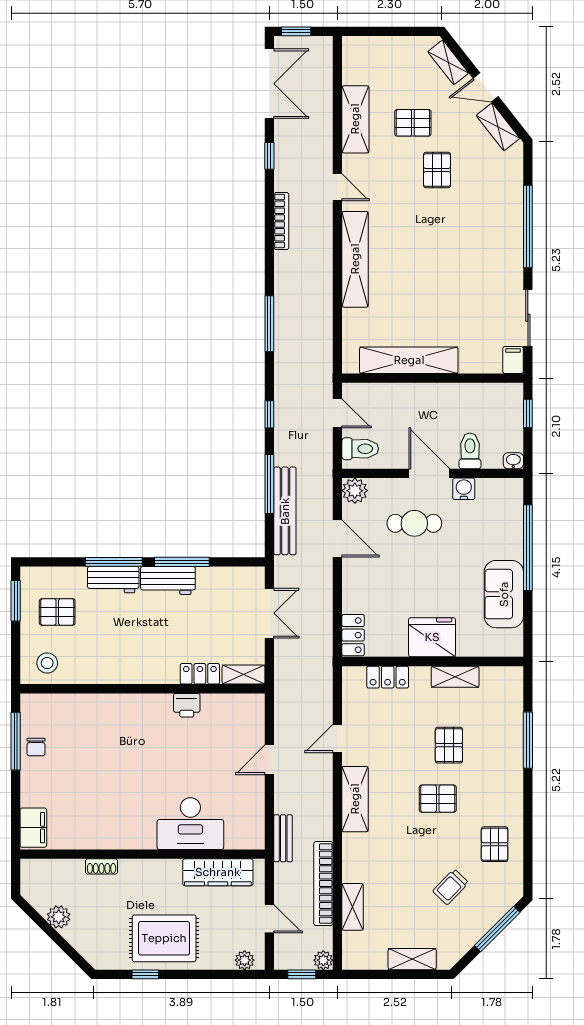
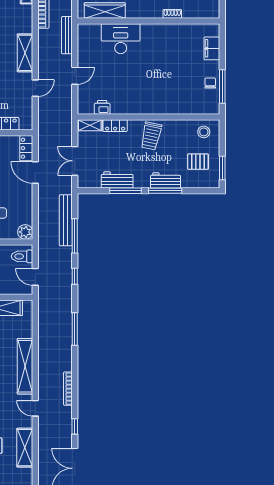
door: (337, 538) -> (35, 172), moved
workbench: (168, 580) -> (117, 180), moved
trolley: (138, 656) -> (151, 136), added
printer: (187, 705) -> (102, 107), moved
filing cabinet: (33, 828) -> (212, 48), moved
bench: (283, 838) -> (67, 35), width x1.36

